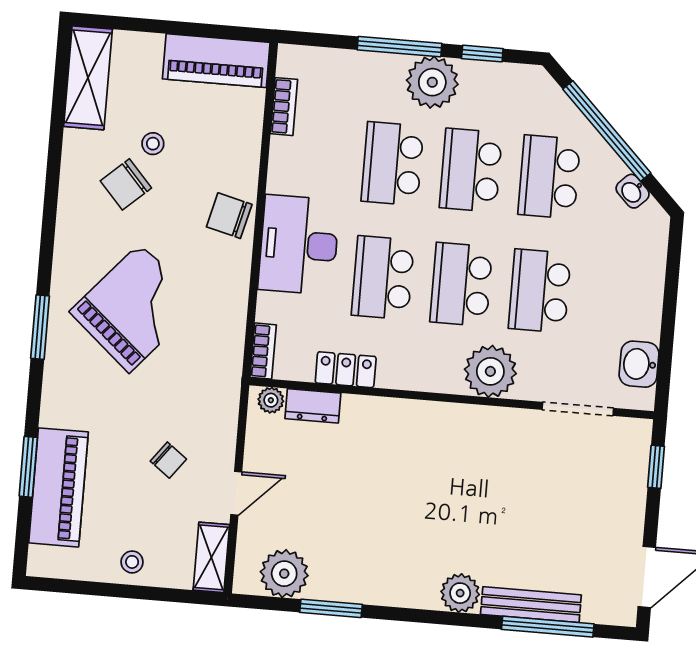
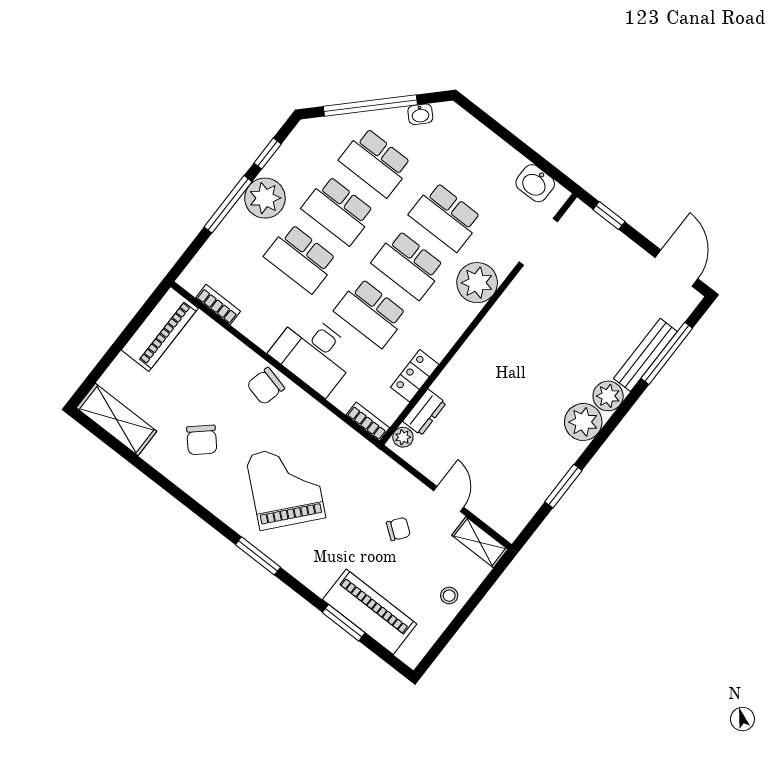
stool: (153, 144) -> (187, 405), removed
plant: (284, 574) -> (583, 422), moved

